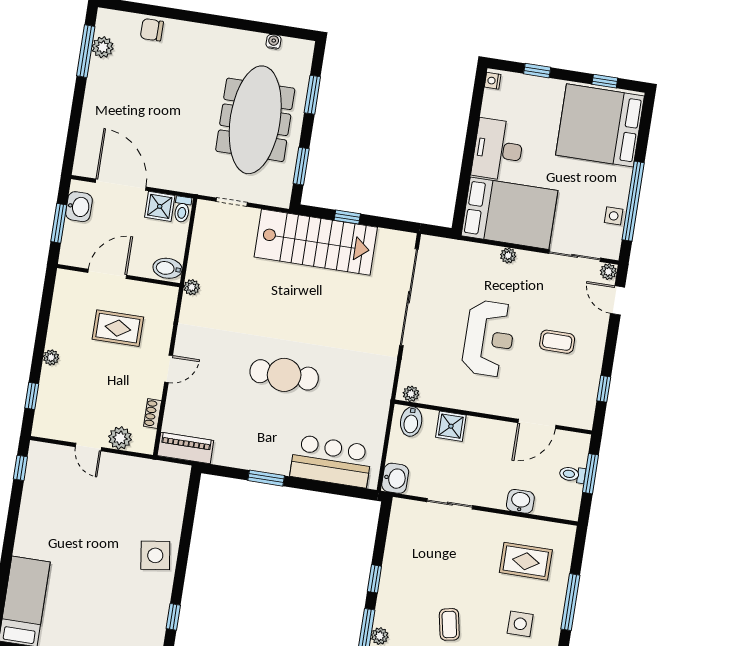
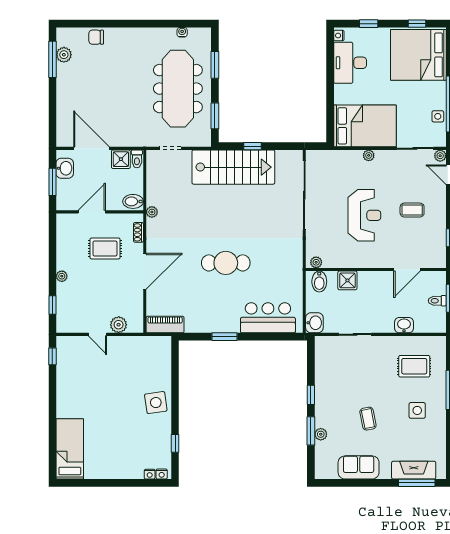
desk: (498, 150) -> (350, 63), moved
door: (169, 369) -> (145, 271), width x1.88
shoe rack: (153, 413) -> (138, 232), moved

